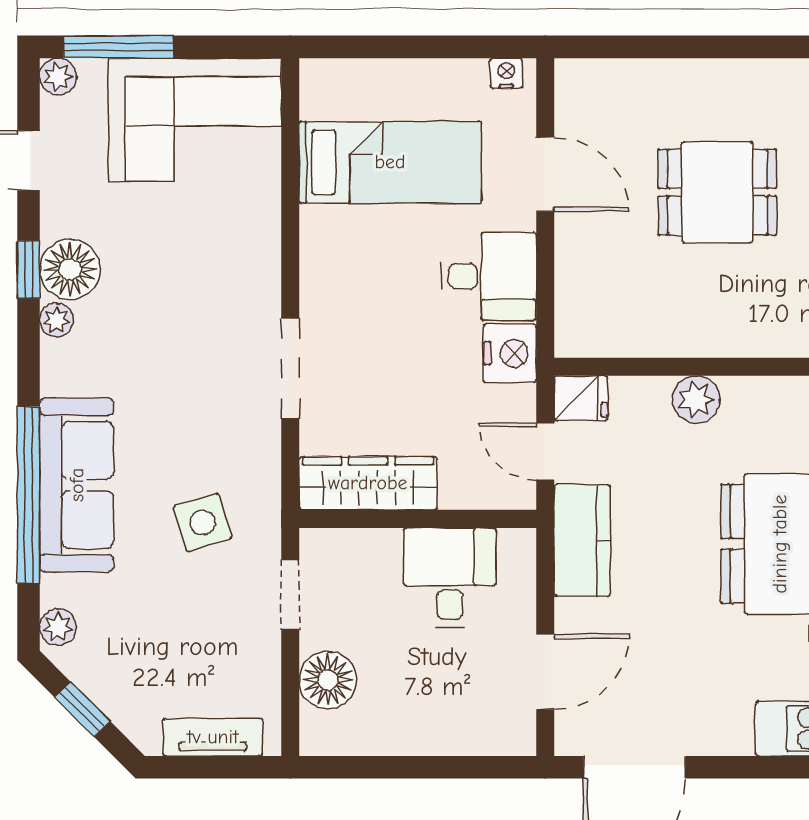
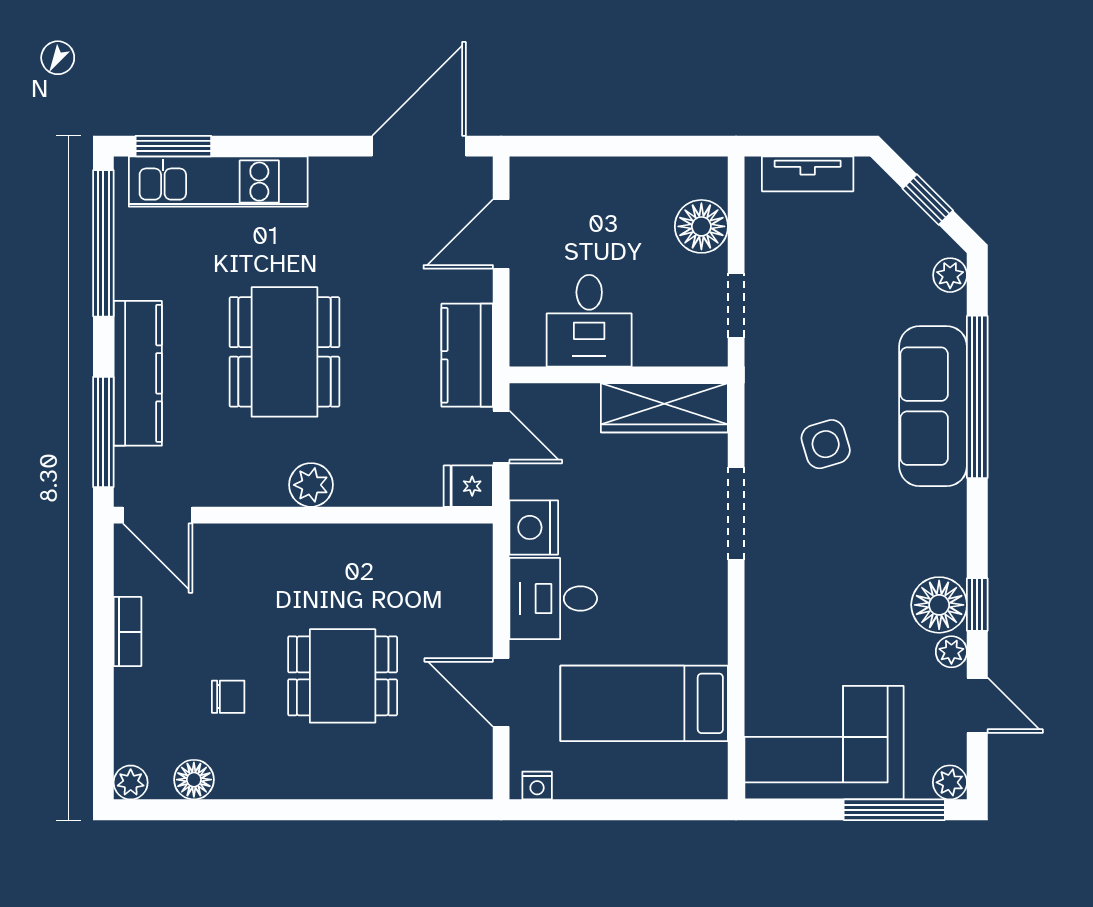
plant: (57, 320) -> (951, 652), moved
plant: (696, 399) -> (311, 485), moved
side table: (203, 523) -> (826, 444), moved

